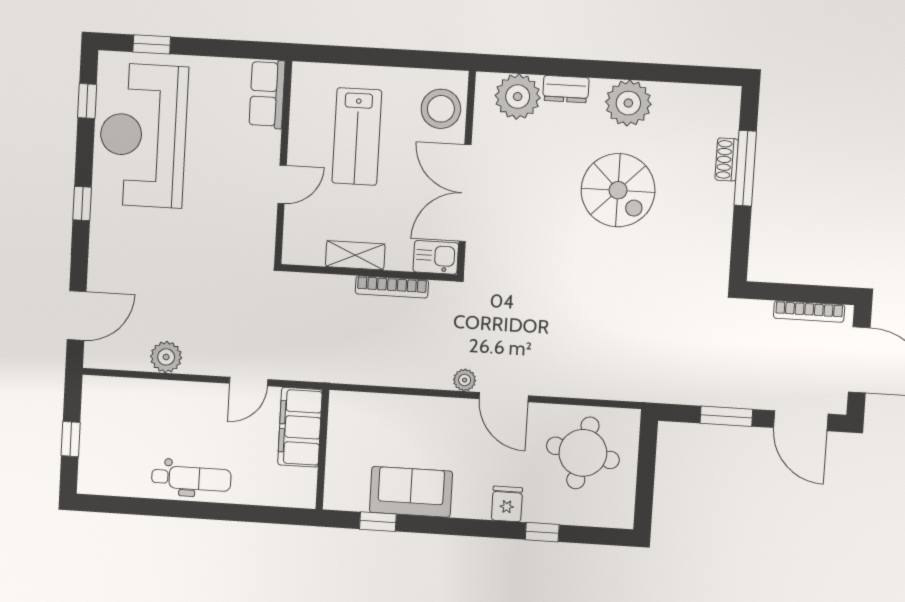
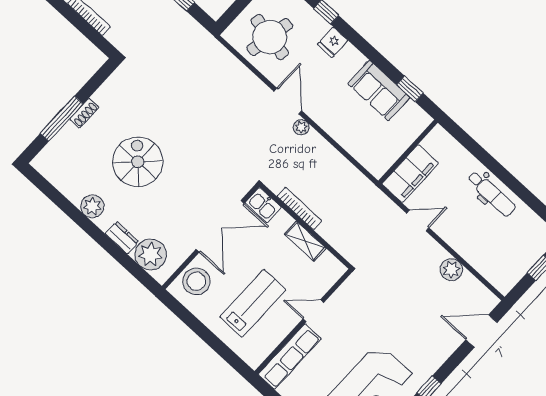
row of seats: (267, 94) -> (290, 357), width x1.48
plant: (628, 103) -> (92, 206), width x0.73, depth x0.73
shoe rack: (727, 160) -> (84, 113), moved
dental chair: (191, 478) -> (492, 194), turned 180

